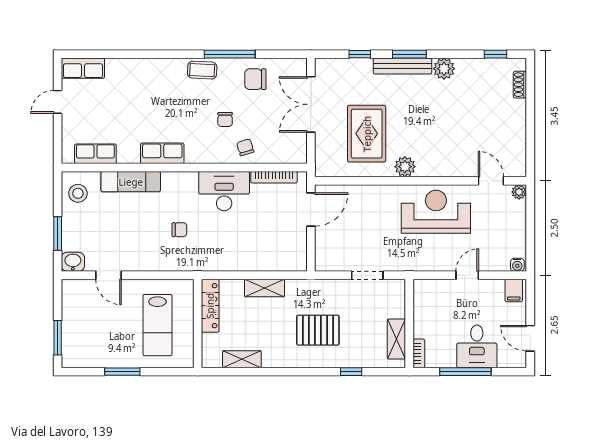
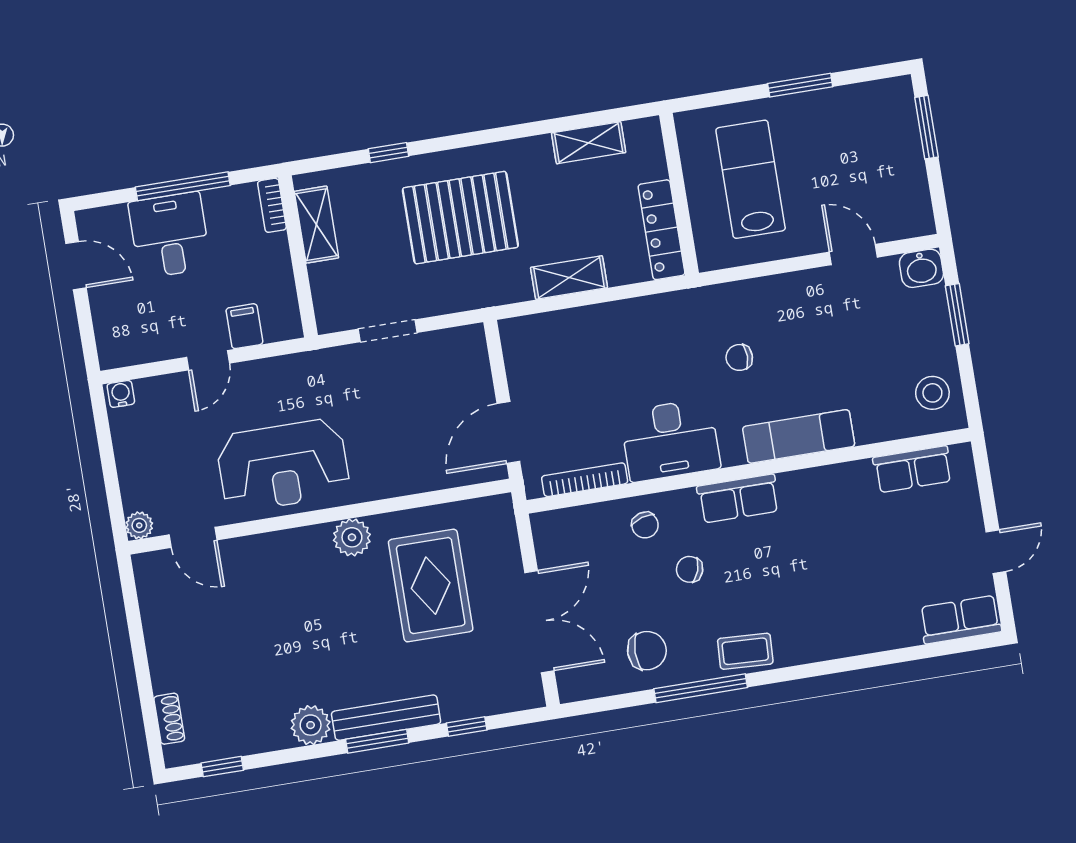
chair: (225, 119) -> (690, 569), turned -71
row of seats: (162, 153) -> (738, 499), moved
exam couch: (131, 182) -> (799, 436), moved
filing cabinet: (514, 290) -> (244, 326), moved
pallet: (318, 330) -> (460, 218), width x1.37, depth x1.41

